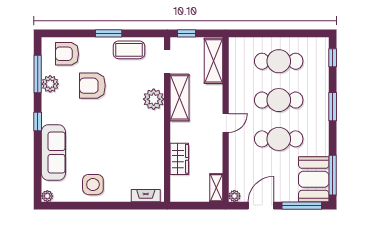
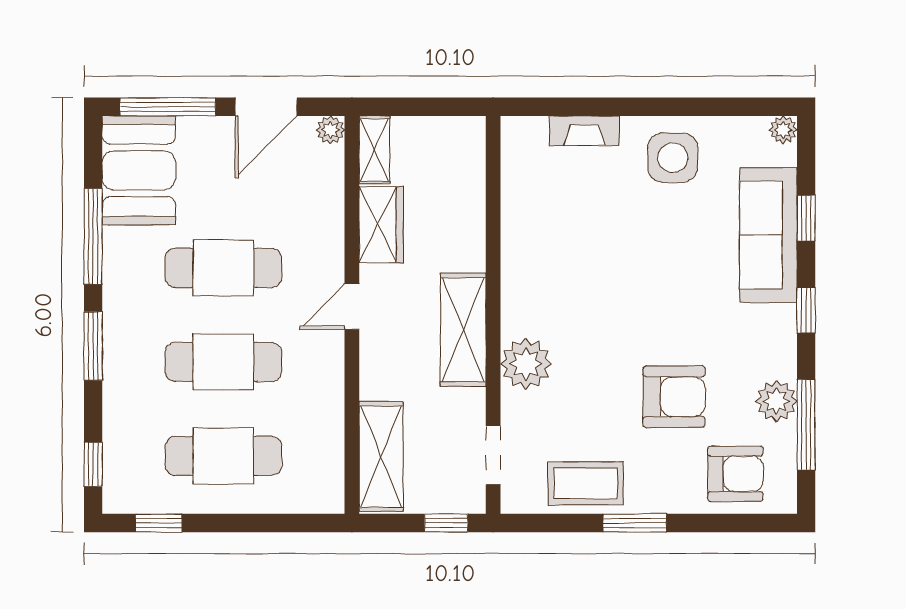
window: (305, 33) -> (159, 523), added
shelving: (180, 97) -> (463, 330), moved
window: (38, 159) -> (806, 218), added
wardrobe: (179, 159) -> (381, 225), moved, turned 180
window: (333, 175) -> (93, 236), moved
fireplace: (146, 196) -> (584, 131), moved

